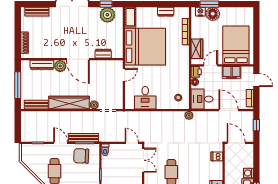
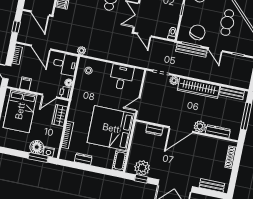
door: (78, 59) -> (181, 130), swing flipped
filing cabinet: (232, 72) -> (25, 84), width x0.50
chair: (81, 156) -> (197, 32), turned -76

